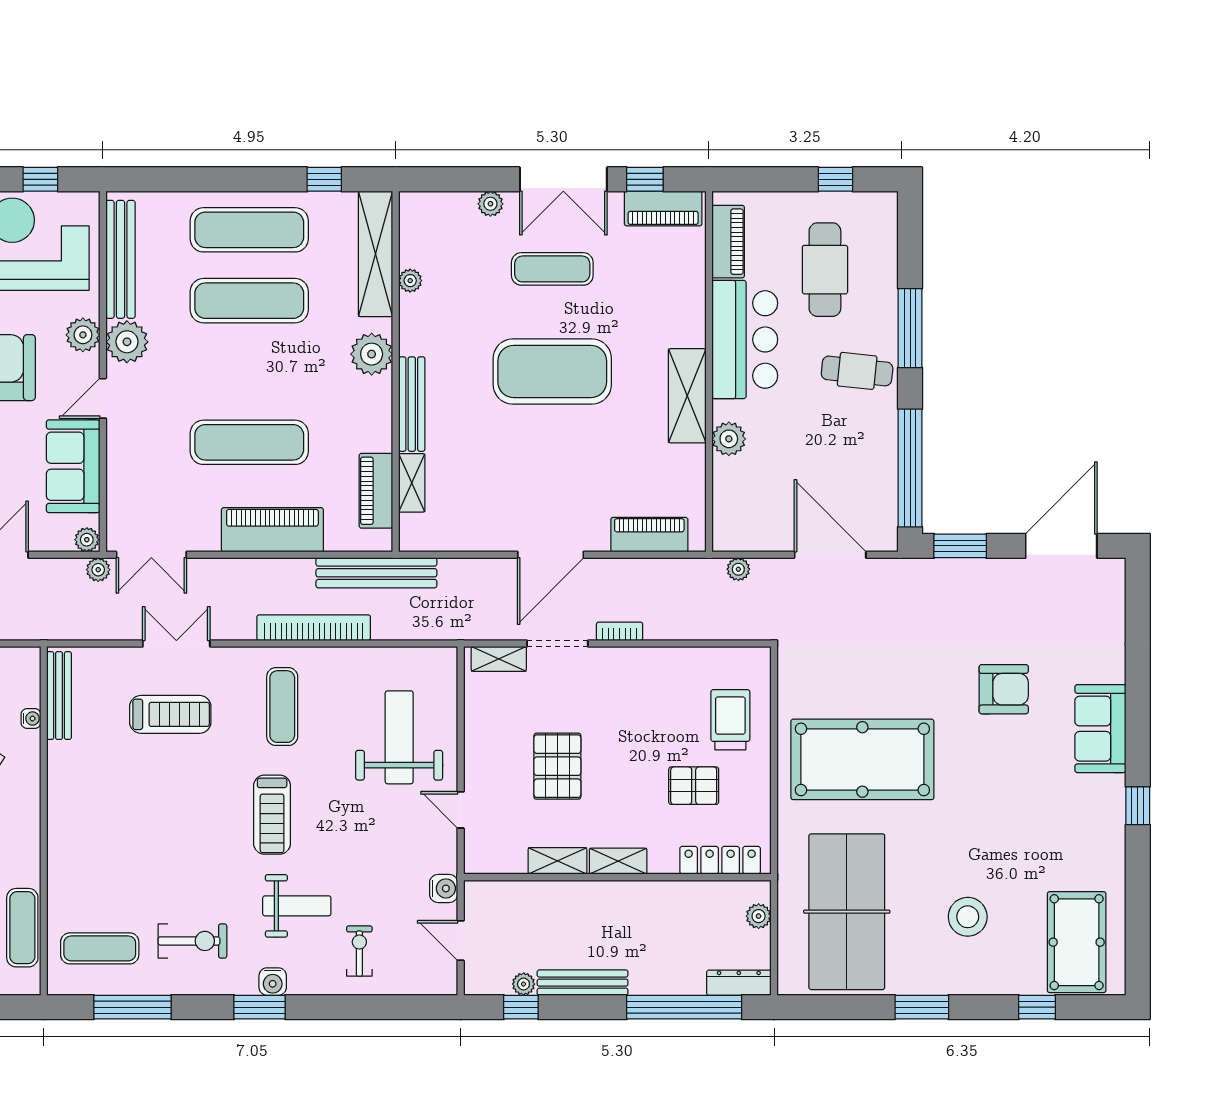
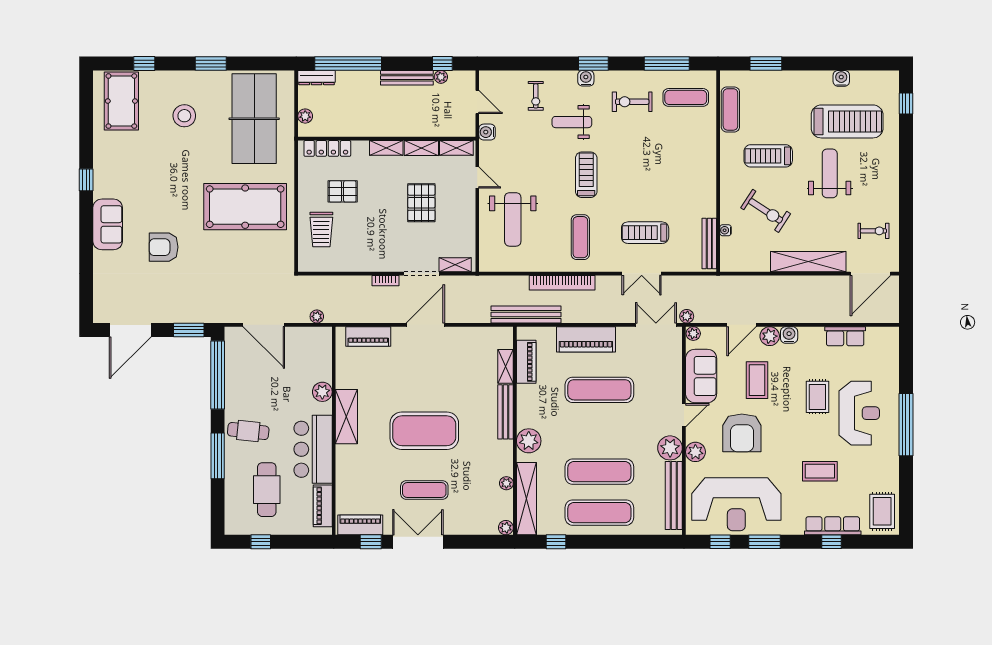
plant: (490, 204) -> (506, 528), moved
shelving: (497, 861) -> (456, 148), added

